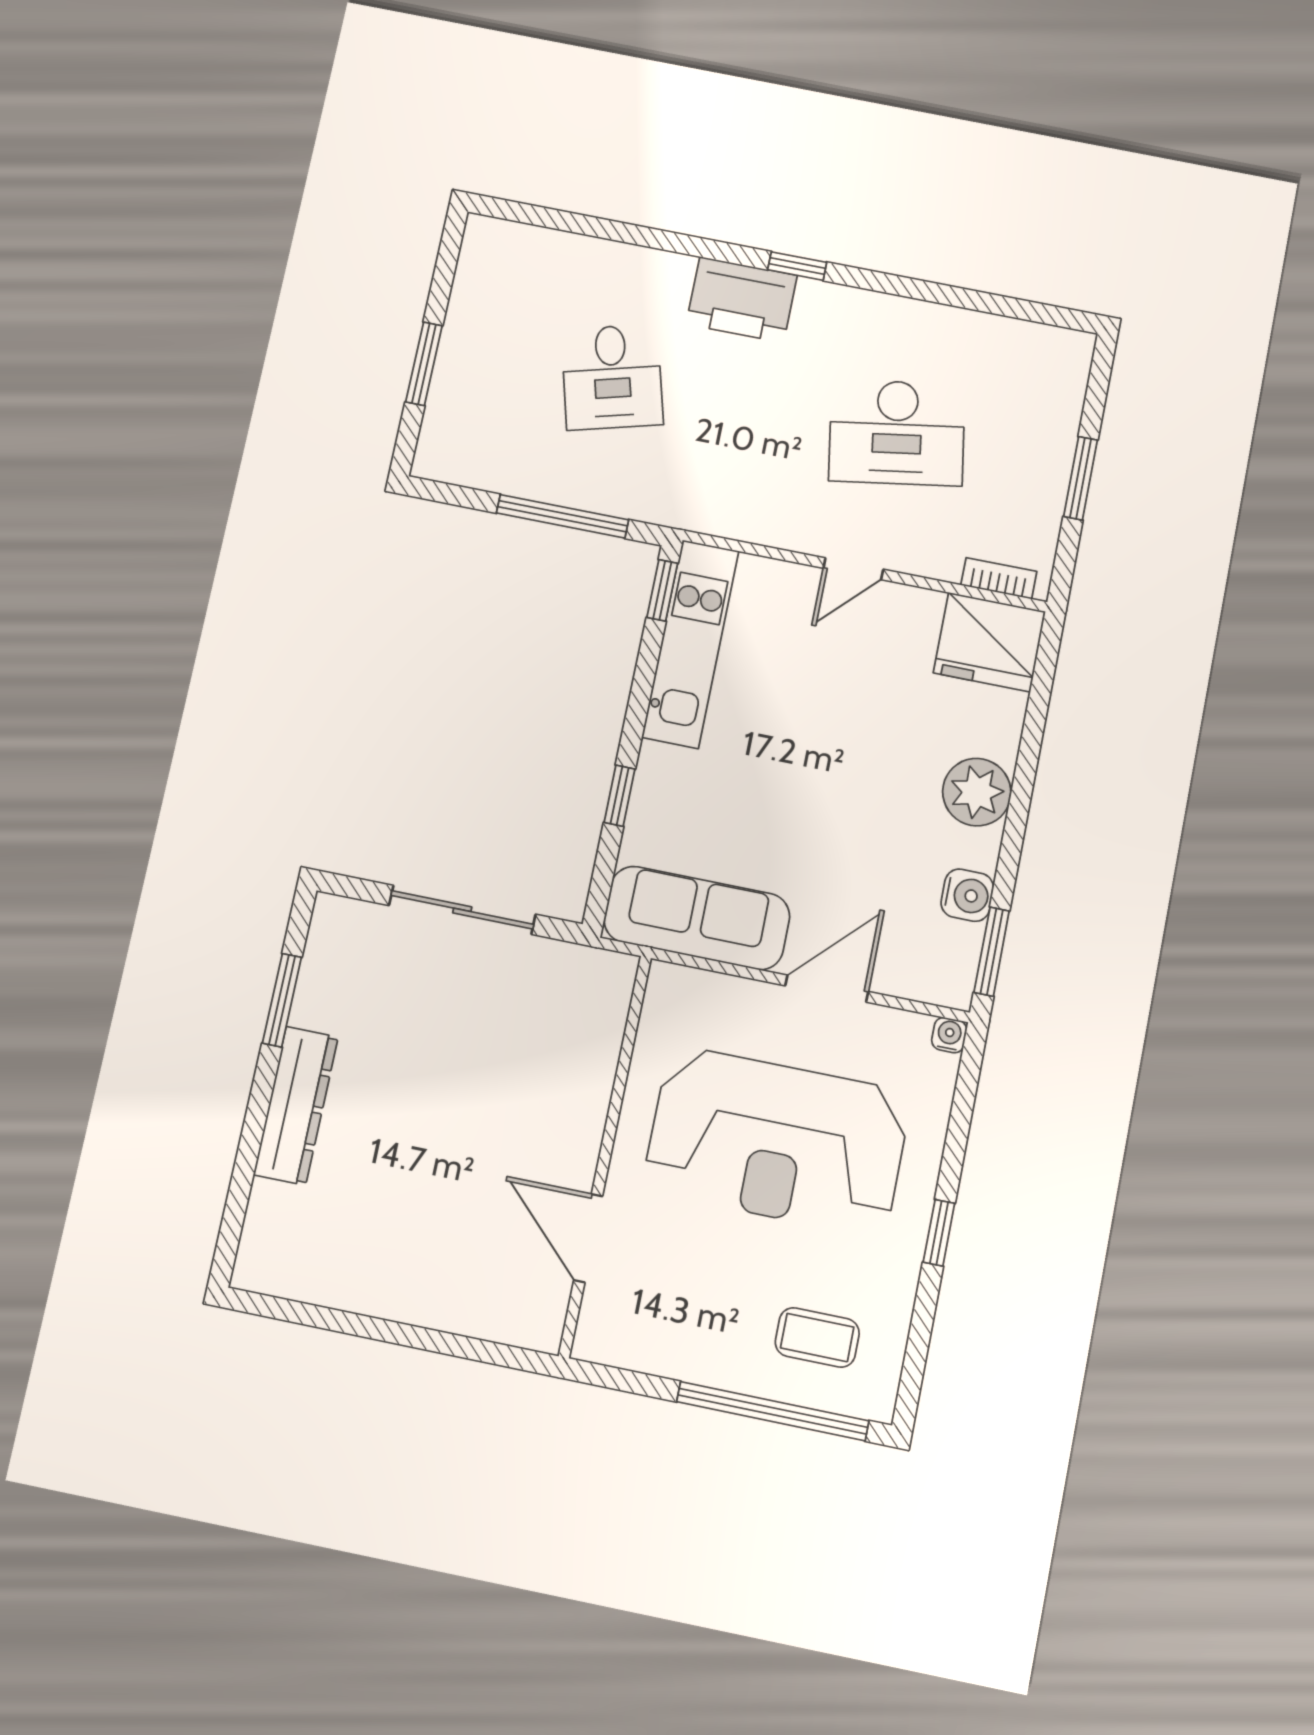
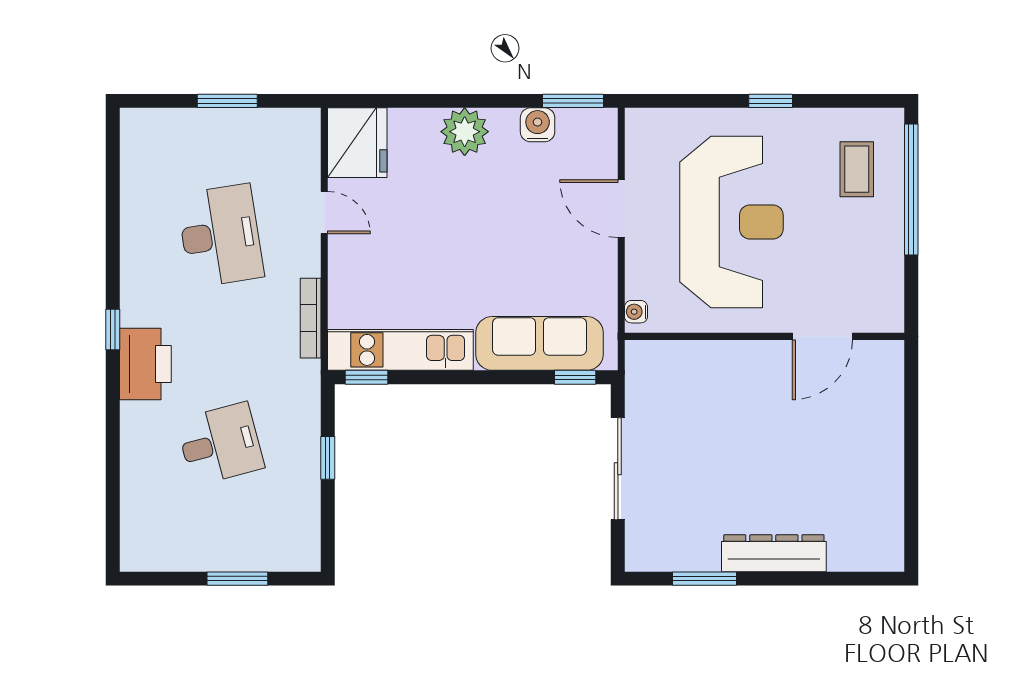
window: (562, 516) -> (328, 458), width x0.46
door: (853, 569) -> (324, 213), moved
bookcase: (999, 578) -> (311, 318), moved, width x1.56
window: (619, 796) -> (575, 377), moved
sofa: (697, 918) -> (539, 343), moved, turned 90
water cooler: (949, 1035) -> (636, 312), moved

